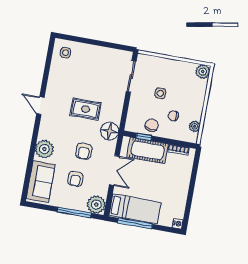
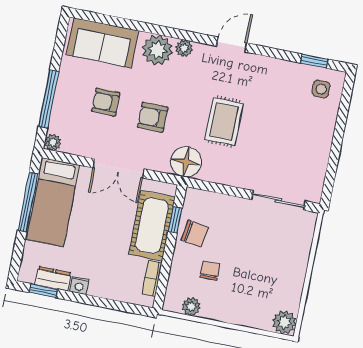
window: (49, 57) -> (314, 61), added
side table: (160, 93) -> (249, 249), removed
plant: (43, 134) -> (184, 48), added
plant: (96, 205) -> (53, 142), width x0.53, depth x0.53
dresser: (180, 208) -> (53, 279), added
window: (187, 213) -> (43, 291), added
nightstand: (178, 224) -> (79, 285), moved

